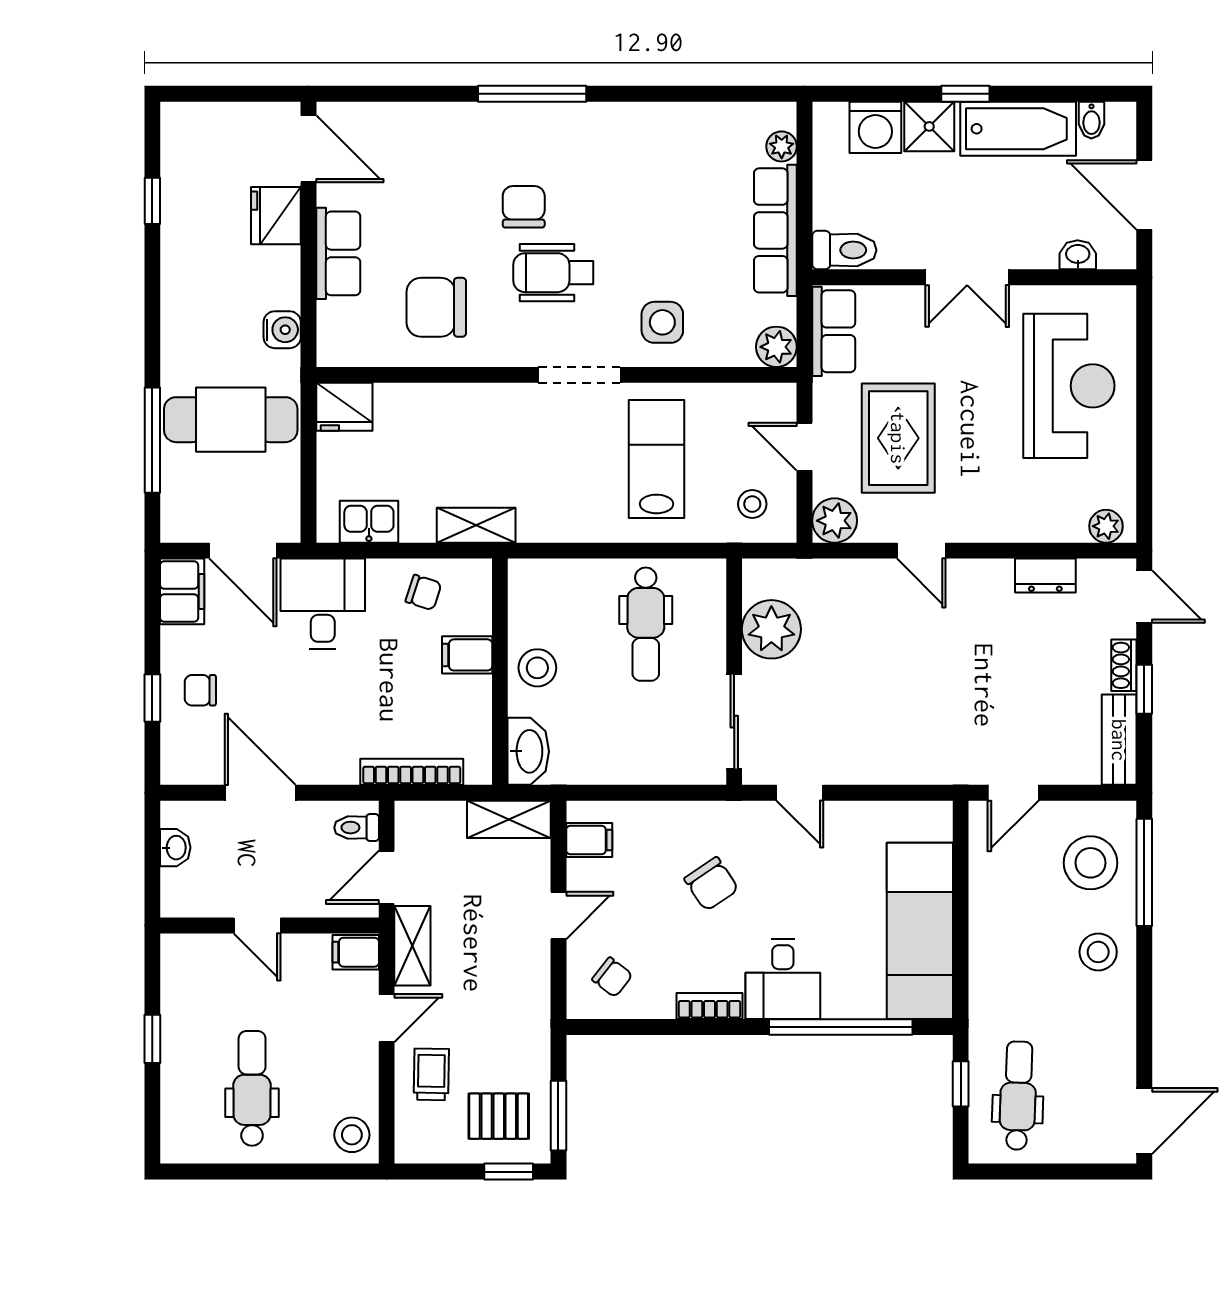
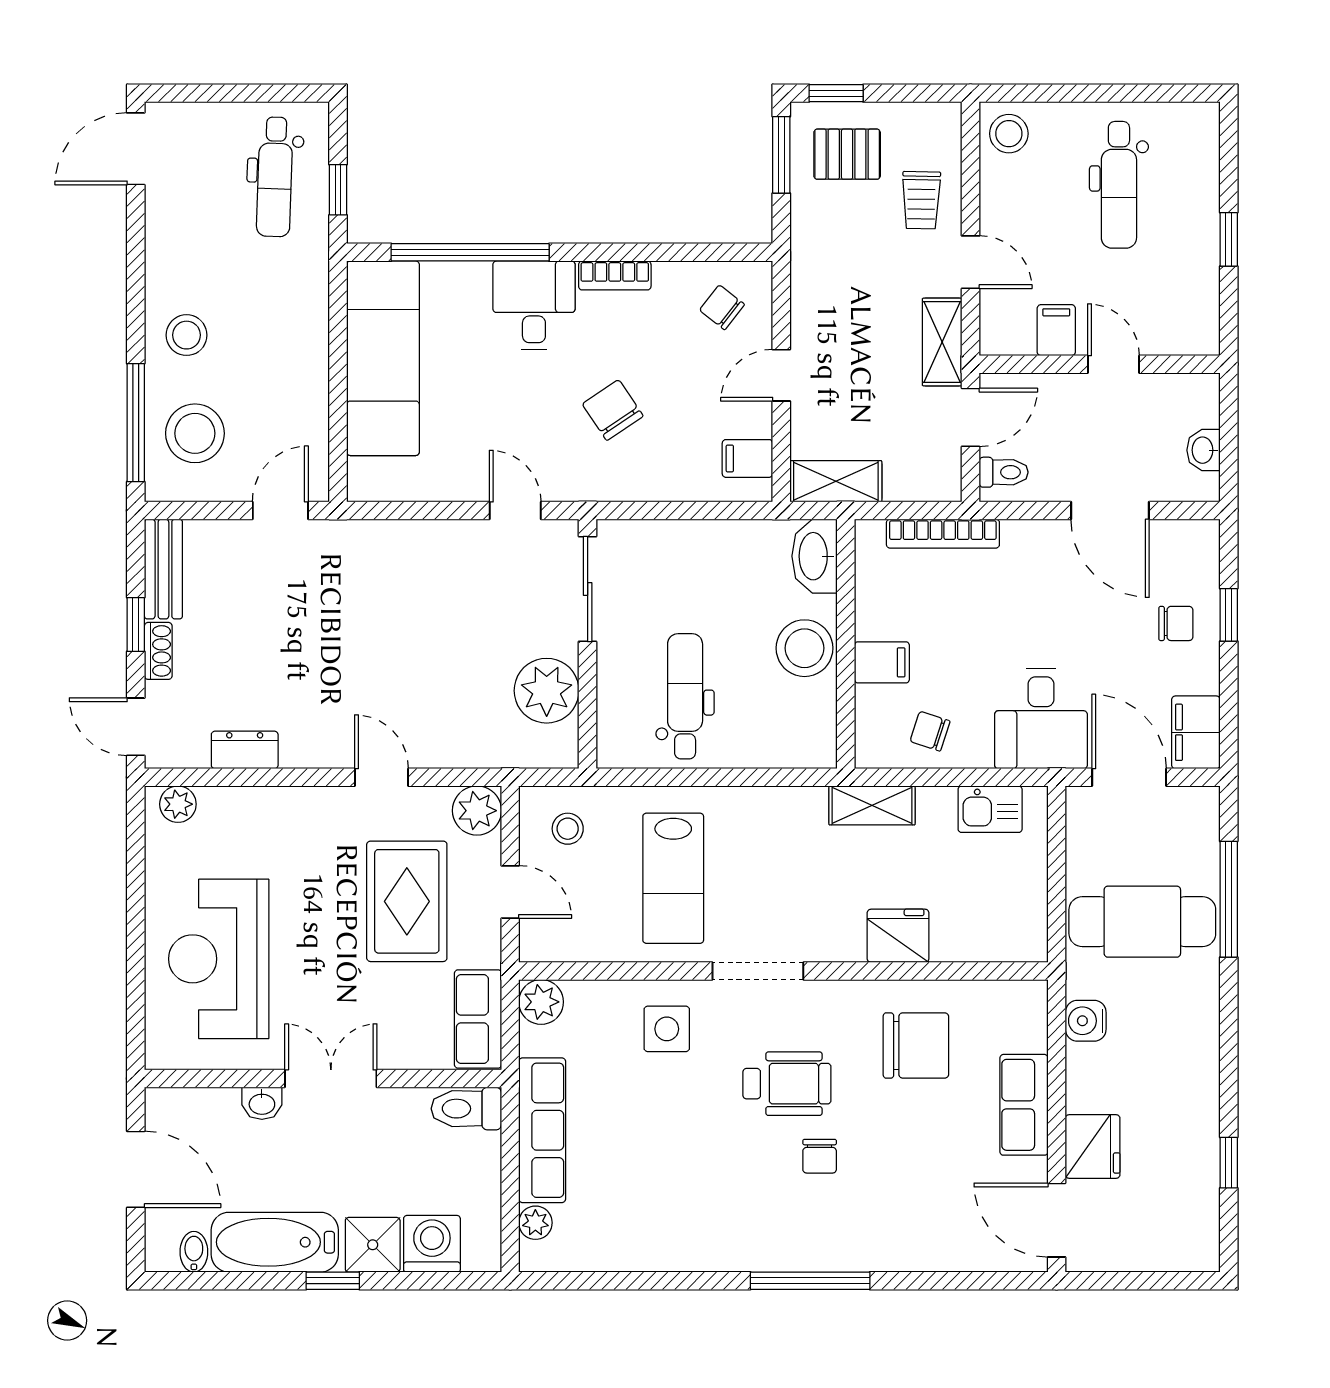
chair: (524, 207) -> (820, 1156), width x0.73, depth x0.73
washbasin: (1078, 255) -> (262, 1103), moved
fridge: (344, 407) -> (898, 936), moved
stool: (537, 668) -> (804, 648), width x1.38, depth x1.38
filing cabinet: (356, 952) -> (1056, 330), moved, turned -90
door: (387, 1018) -> (971, 262), swing flipped

